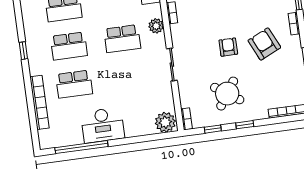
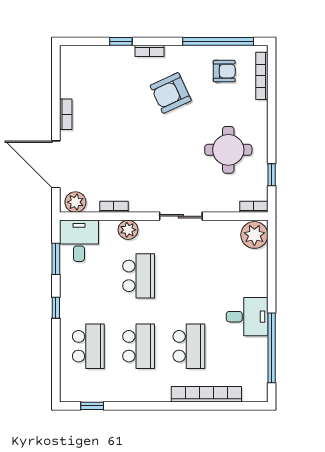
armchair: (228, 47) -> (224, 71), moved, turned 180
window: (23, 51) -> (92, 406), moved
round table: (227, 94) -> (228, 150), turned -34
desk: (103, 125) -> (247, 317), width x0.73
window: (245, 125) -> (272, 133), removed

